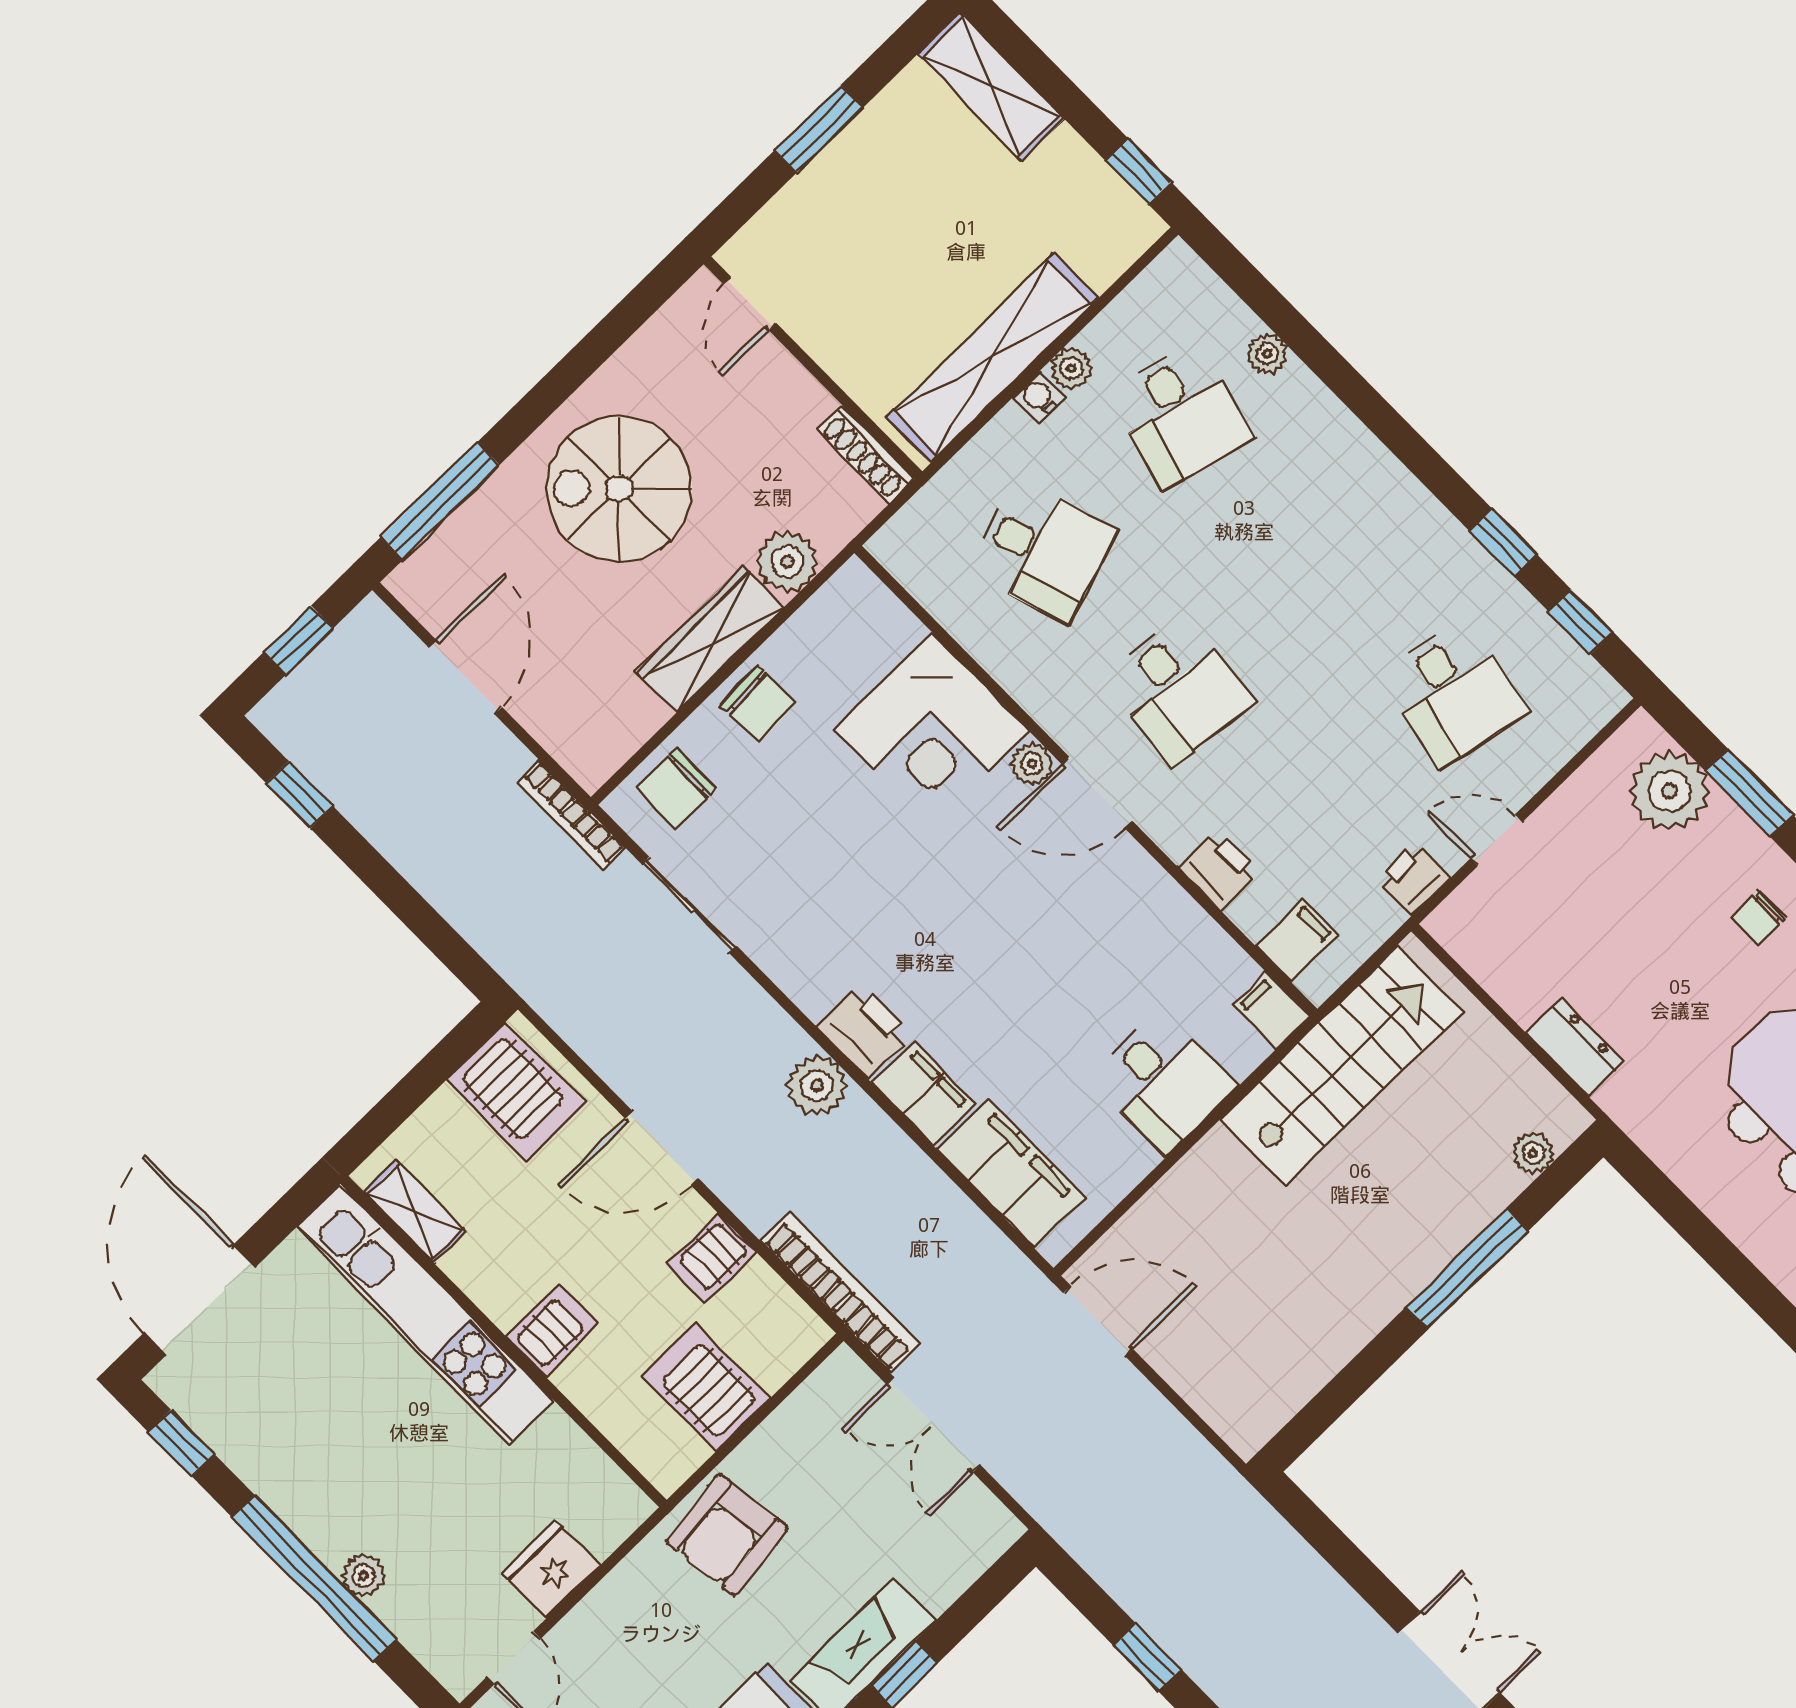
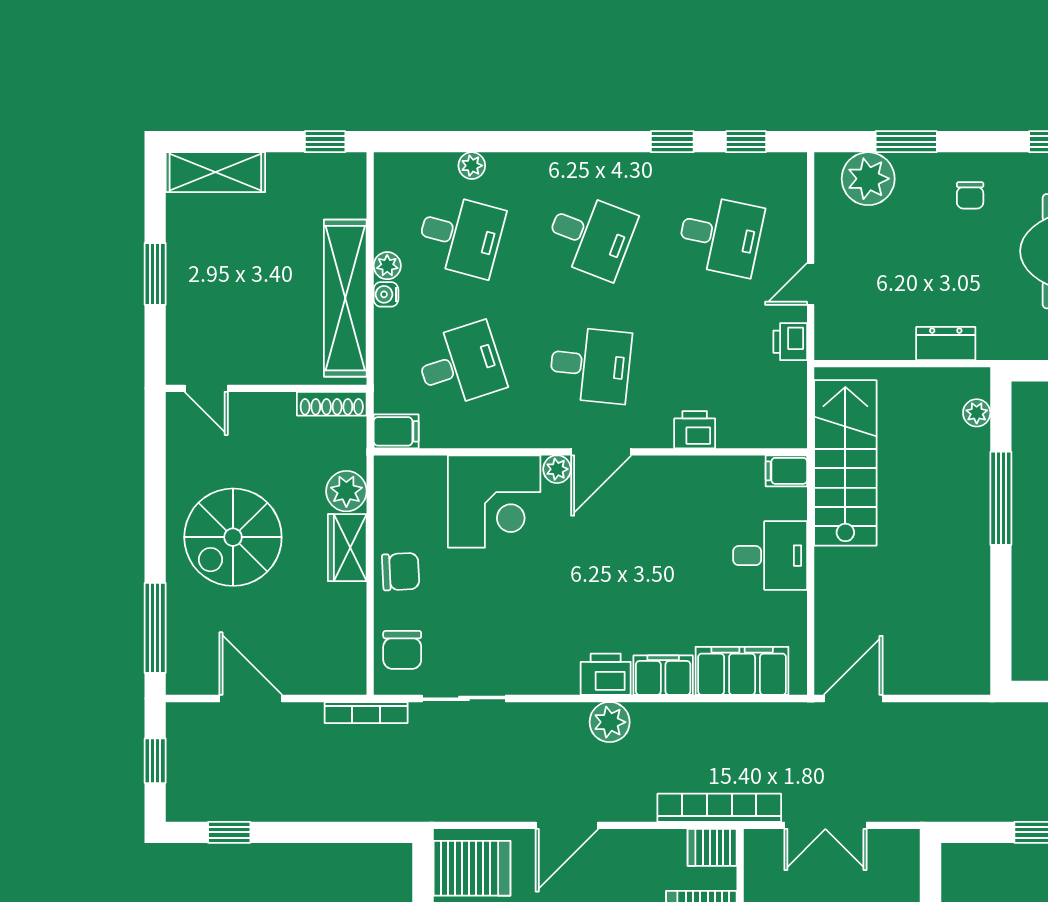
desk: (1317, 554) -> (590, 236), added
wardrobe: (710, 639) -> (347, 548), width x0.67
filing cabinet: (1297, 940) -> (396, 431), moved, turned 90
server rack: (711, 1259) -> (712, 847), moved, turned 90

